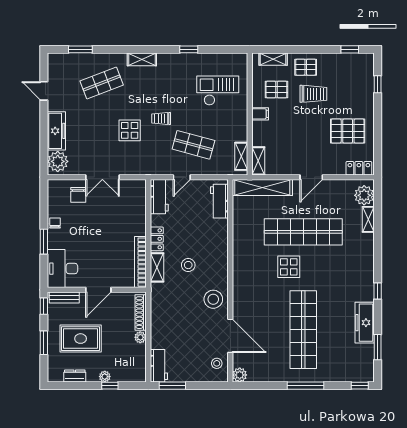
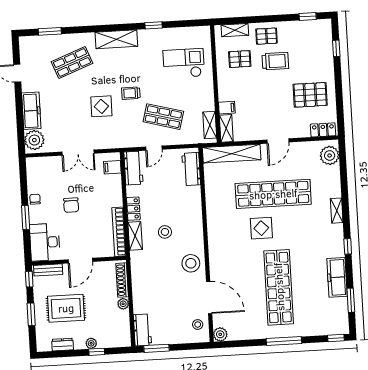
shelving: (142, 59) -> (116, 39), width x1.50, depth x1.33
filing cabinet: (260, 114) -> (227, 108), moved
filing cabinet: (137, 194) -> (112, 167), added
chair: (78, 195) -> (71, 205), moved
shelving: (368, 219) -> (337, 211), moved

